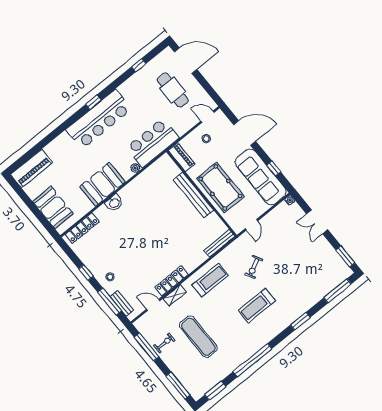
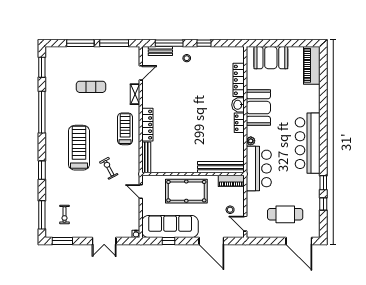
door: (186, 61) -> (299, 241), hinge flipped
window: (93, 102) -> (323, 183), moved
door: (208, 117) -> (245, 224), swing flipped
door: (245, 133) -> (211, 241), hinge flipped
locker: (128, 190) -> (239, 123), added
bench: (193, 195) -> (221, 167), moved
double door: (317, 222) -> (104, 241), swing flipped
locker: (82, 228) -> (239, 80), moved
treadmill: (210, 280) -> (125, 129), turned 180
locker: (172, 281) -> (147, 125), moved
treadmill: (257, 306) -> (79, 148), width x1.37, depth x1.38
exercise mat: (198, 337) -> (91, 87), width x0.73, depth x0.69
exercise bike: (164, 343) -> (64, 215), moved
window: (178, 386) -> (80, 43), moved

